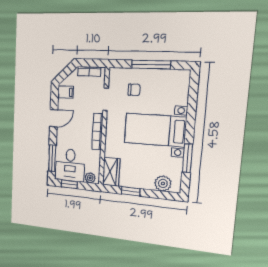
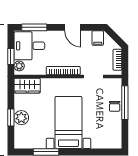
window: (151, 65) -> (125, 103), moved
chair: (134, 90) -> (115, 106), moved
window: (69, 184) -> (11, 56), moved
plant: (163, 184) -> (21, 118), moved
window: (131, 191) -> (11, 117), moved

